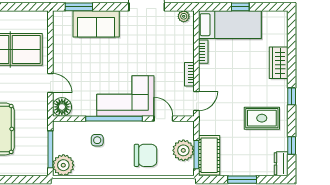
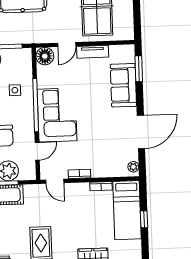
tv unit: (59, 56) -> (93, 52), added

